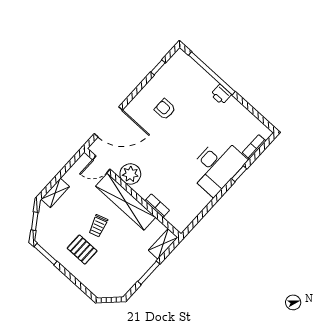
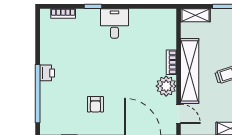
desk: (217, 166) -> (114, 23), width x0.53, depth x0.77
bookcase: (157, 206) -> (171, 62), moved

